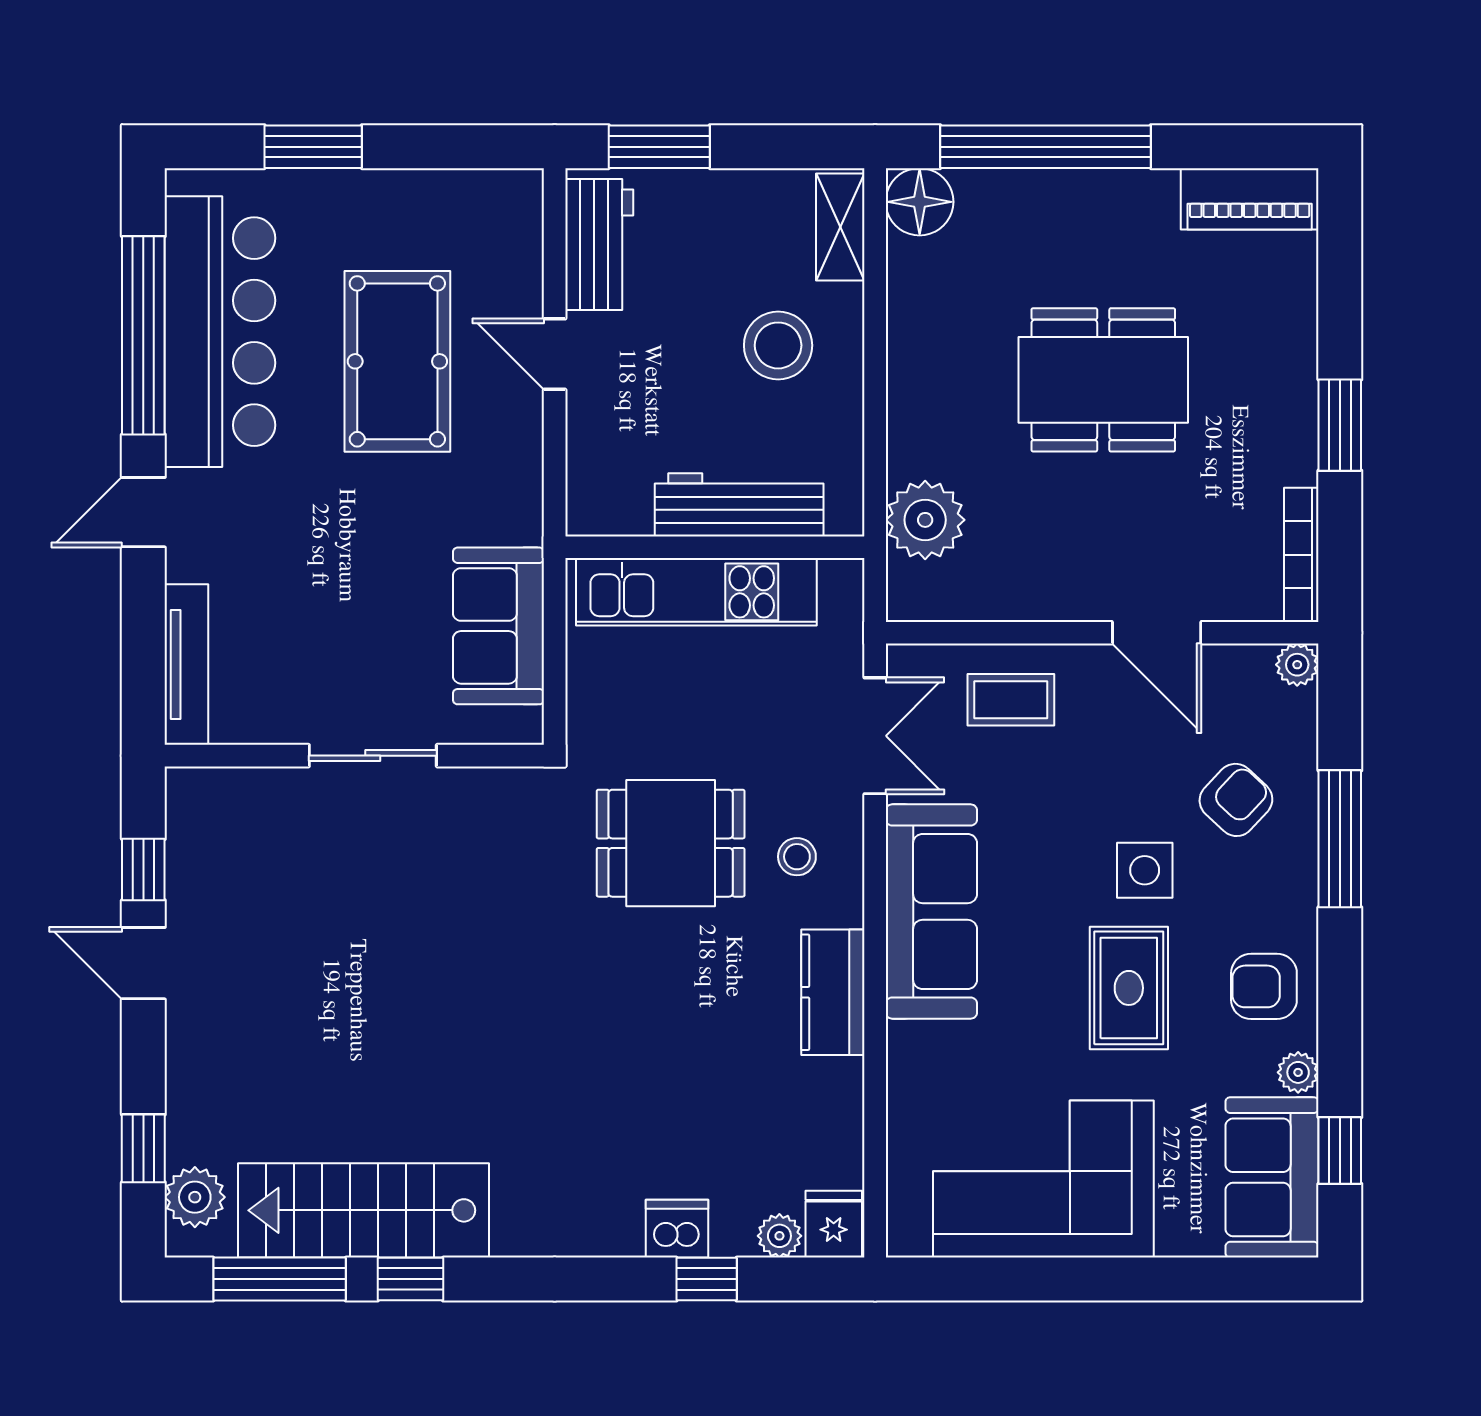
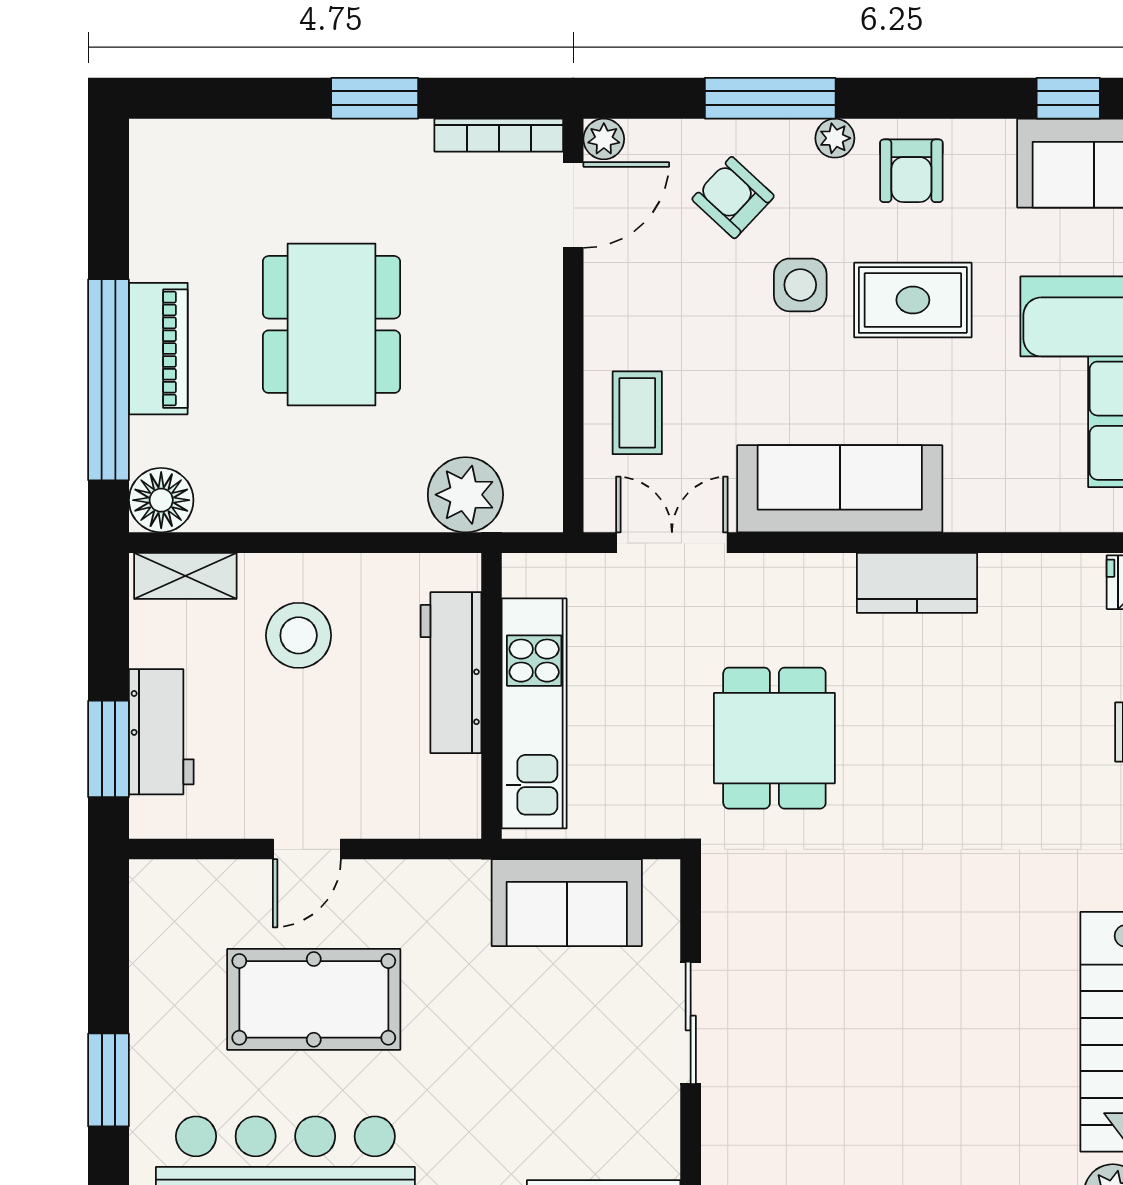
piano: (1250, 199) -> (158, 349), moved
workbench: (599, 245) -> (161, 732), moved, turned 90
door: (1157, 633) -> (573, 205), moved
stool: (797, 857) -> (787, 617), removed
plant: (1298, 1072) -> (835, 138), moved

